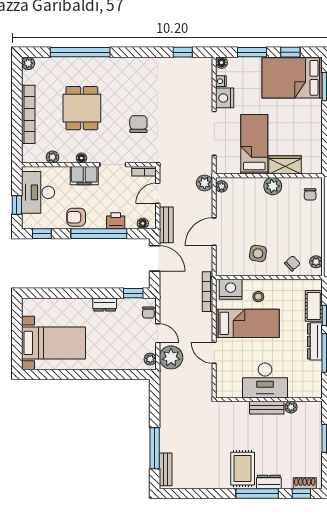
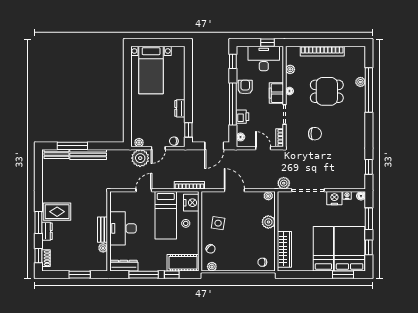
plant: (28, 63) -> (360, 82), moved
bed: (254, 144) -> (323, 249), moved, turned -90
wardrobe: (285, 165) -> (284, 249), width x1.50
plant: (205, 183) -> (284, 183), moved
plant: (273, 186) -> (268, 222), moved
window: (17, 205) -> (267, 43), moved
bench: (166, 225) -> (88, 154), moved, width x1.36
cot: (314, 306) -> (183, 263), width x1.37, depth x1.34
dresser: (315, 341) -> (124, 266), moved
window: (257, 494) -> (38, 223), width x0.69

